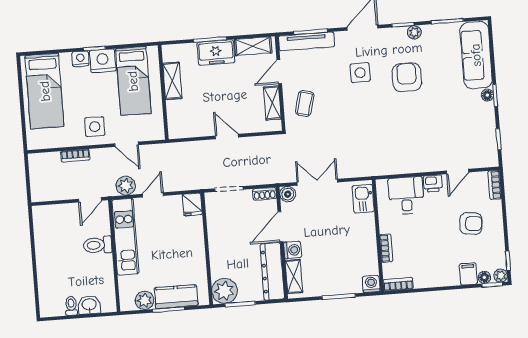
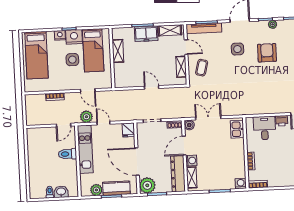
door: (279, 72) -> (186, 47), swing flipped
side table: (95, 127) -> (72, 60), moved
door: (153, 195) -> (103, 123), hinge flipped
door: (207, 254) -> (137, 162), added

